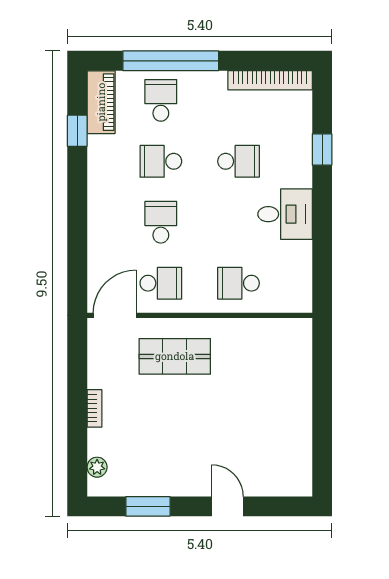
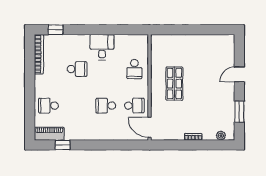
window: (171, 61) -> (30, 101), removed
window: (322, 149) -> (56, 30), moved
school desk: (161, 161) -> (77, 106), removed
school desk: (239, 161) -> (77, 69), turned 90
school desk: (161, 283) -> (134, 106), turned 90
shop shelf: (175, 356) -> (174, 84), moved

